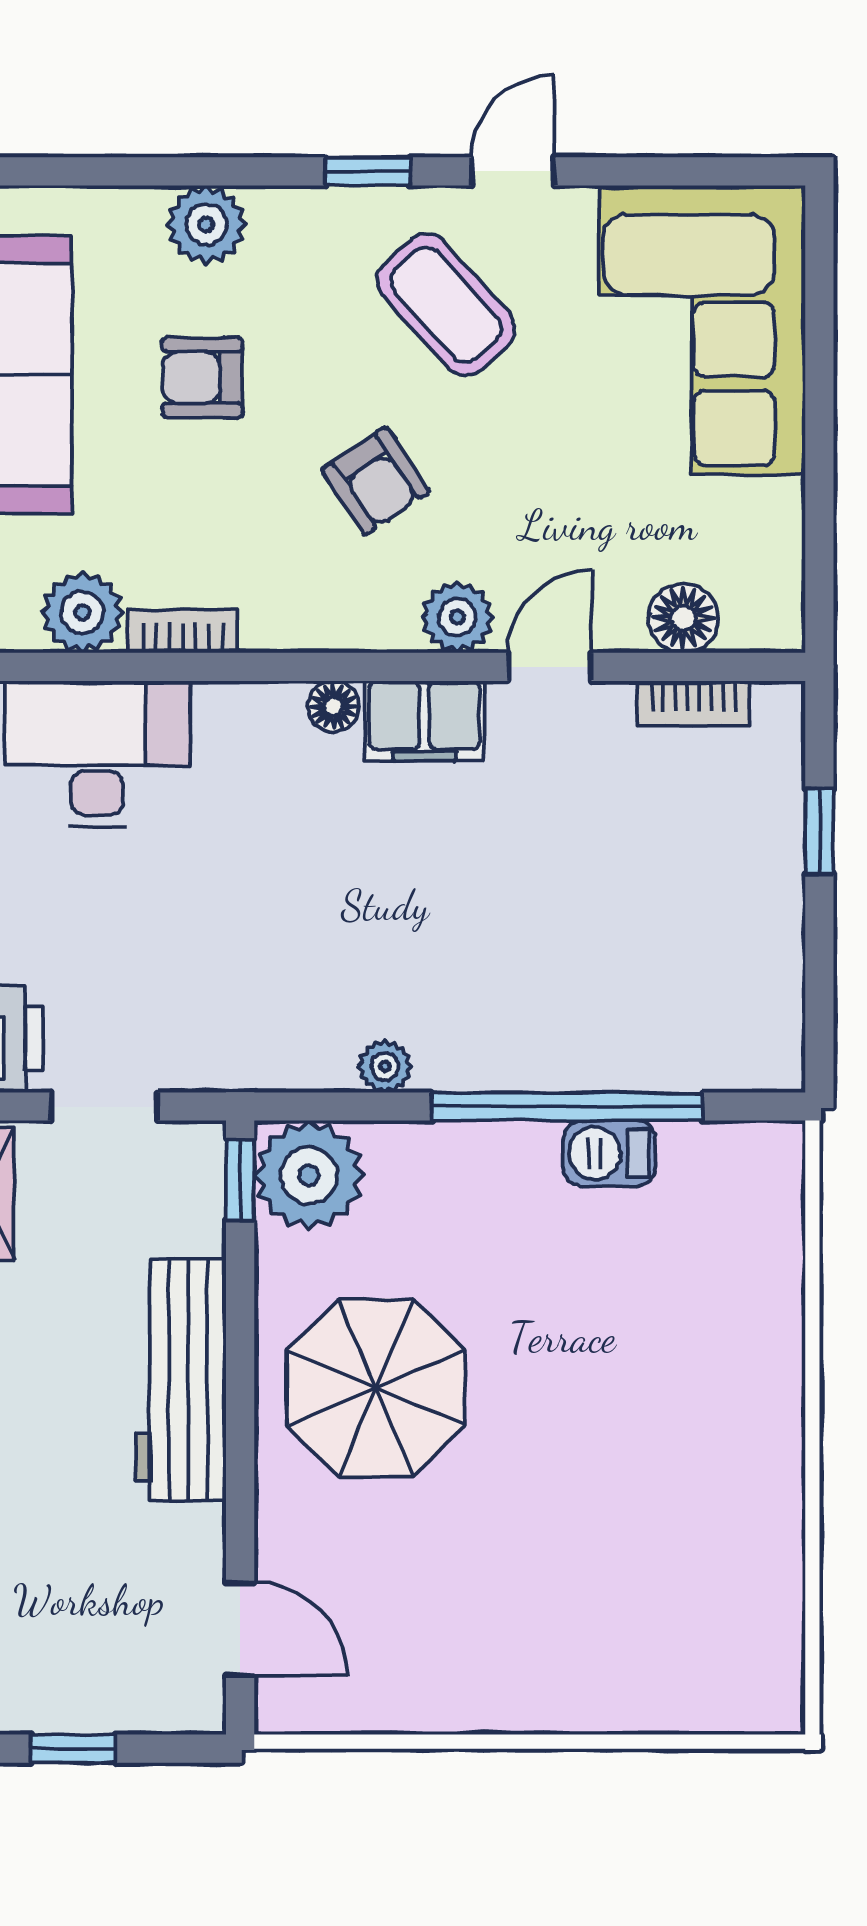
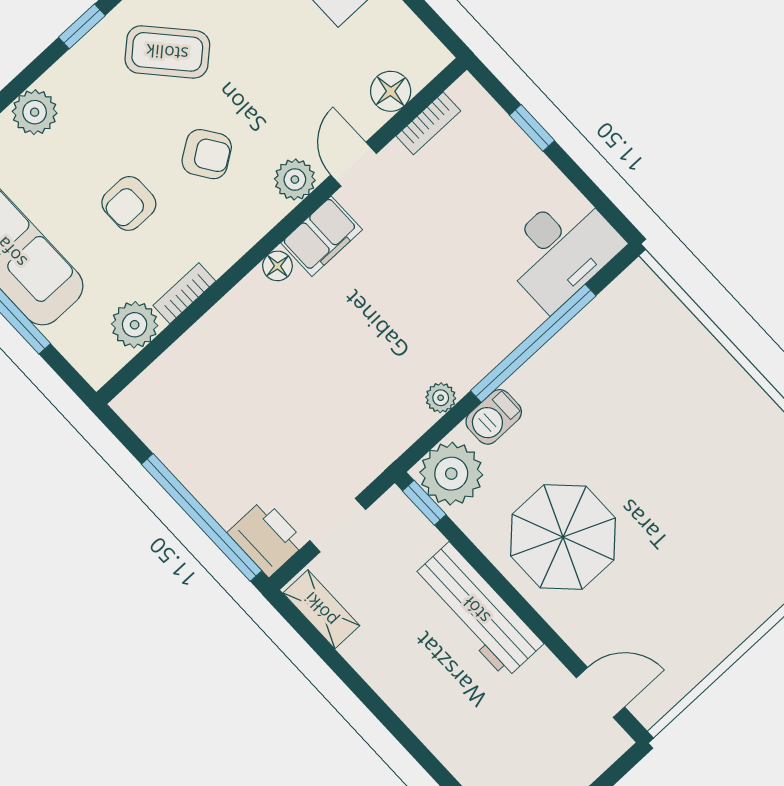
armchair: (202, 377) -> (129, 203), moved
desk: (97, 754) -> (561, 249), moved, turned 180
barbecue: (609, 1153) -> (494, 417), moved

